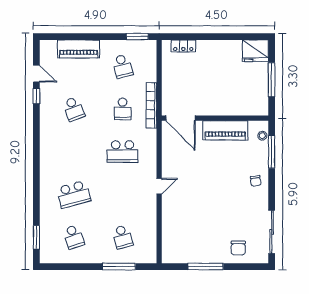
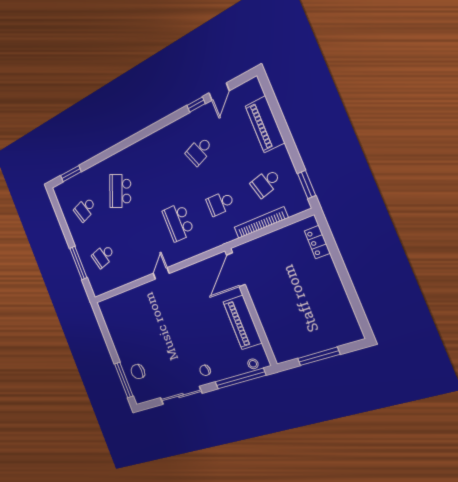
fridge: (255, 51) -> (346, 328), removed
bookcase: (151, 105) -> (261, 223), moved
window: (272, 152) -> (240, 379), width x1.46
door: (159, 186) -> (161, 273), swing flipped
school desk: (74, 194) -> (120, 191), turned 39
sliding door: (272, 232) -> (181, 395), moved
window: (206, 267) -> (124, 380), moved

